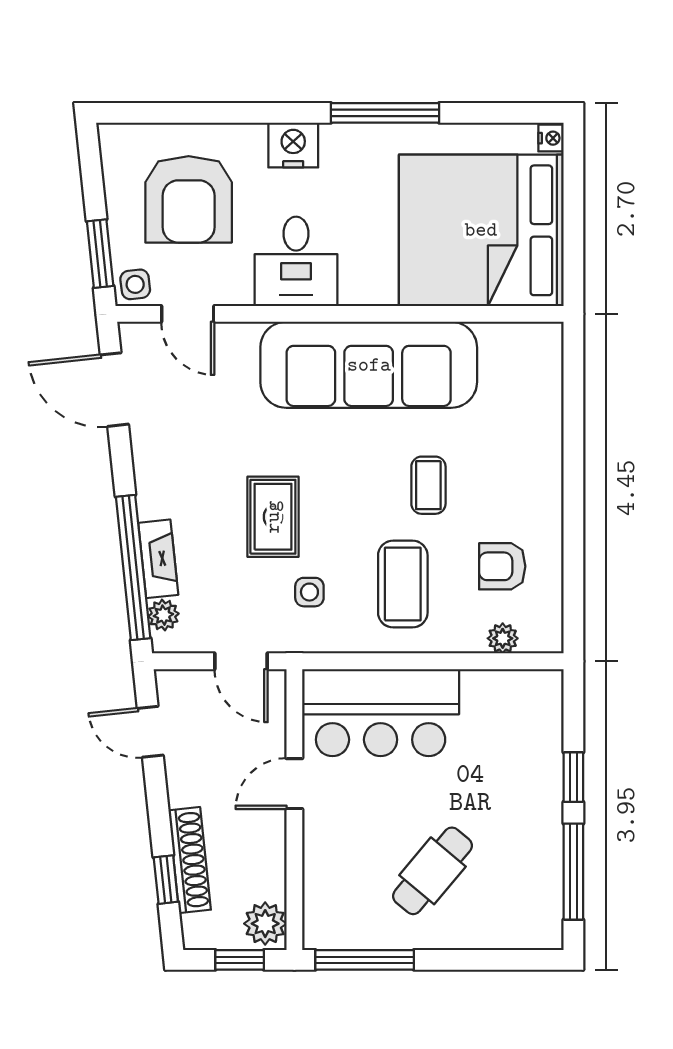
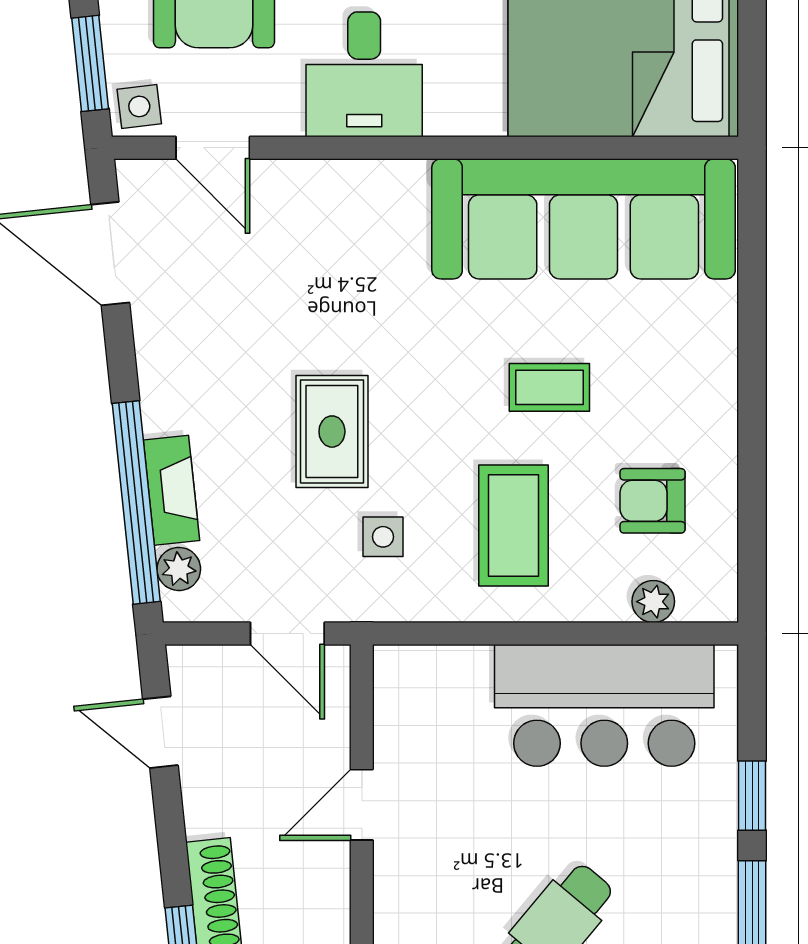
sofa: (369, 365) -> (584, 219), moved
coffee table: (428, 485) -> (549, 387), turned 90
bar counter: (381, 713) -> (604, 705), moved

